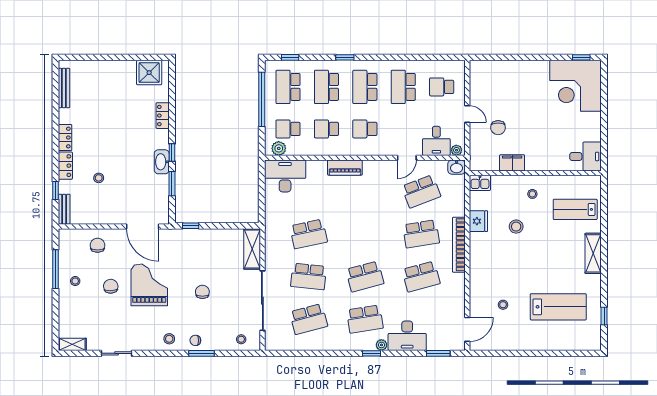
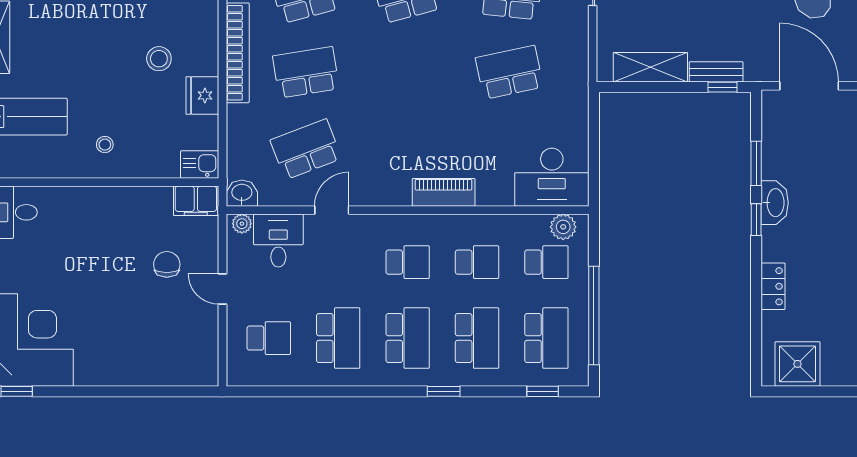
filing cabinet: (512, 163) -> (196, 201), moved
stool: (516, 227) -> (159, 59), moved
bench: (194, 234) -> (716, 72), added
shelving: (252, 249) -> (650, 67), moved, turned 90

